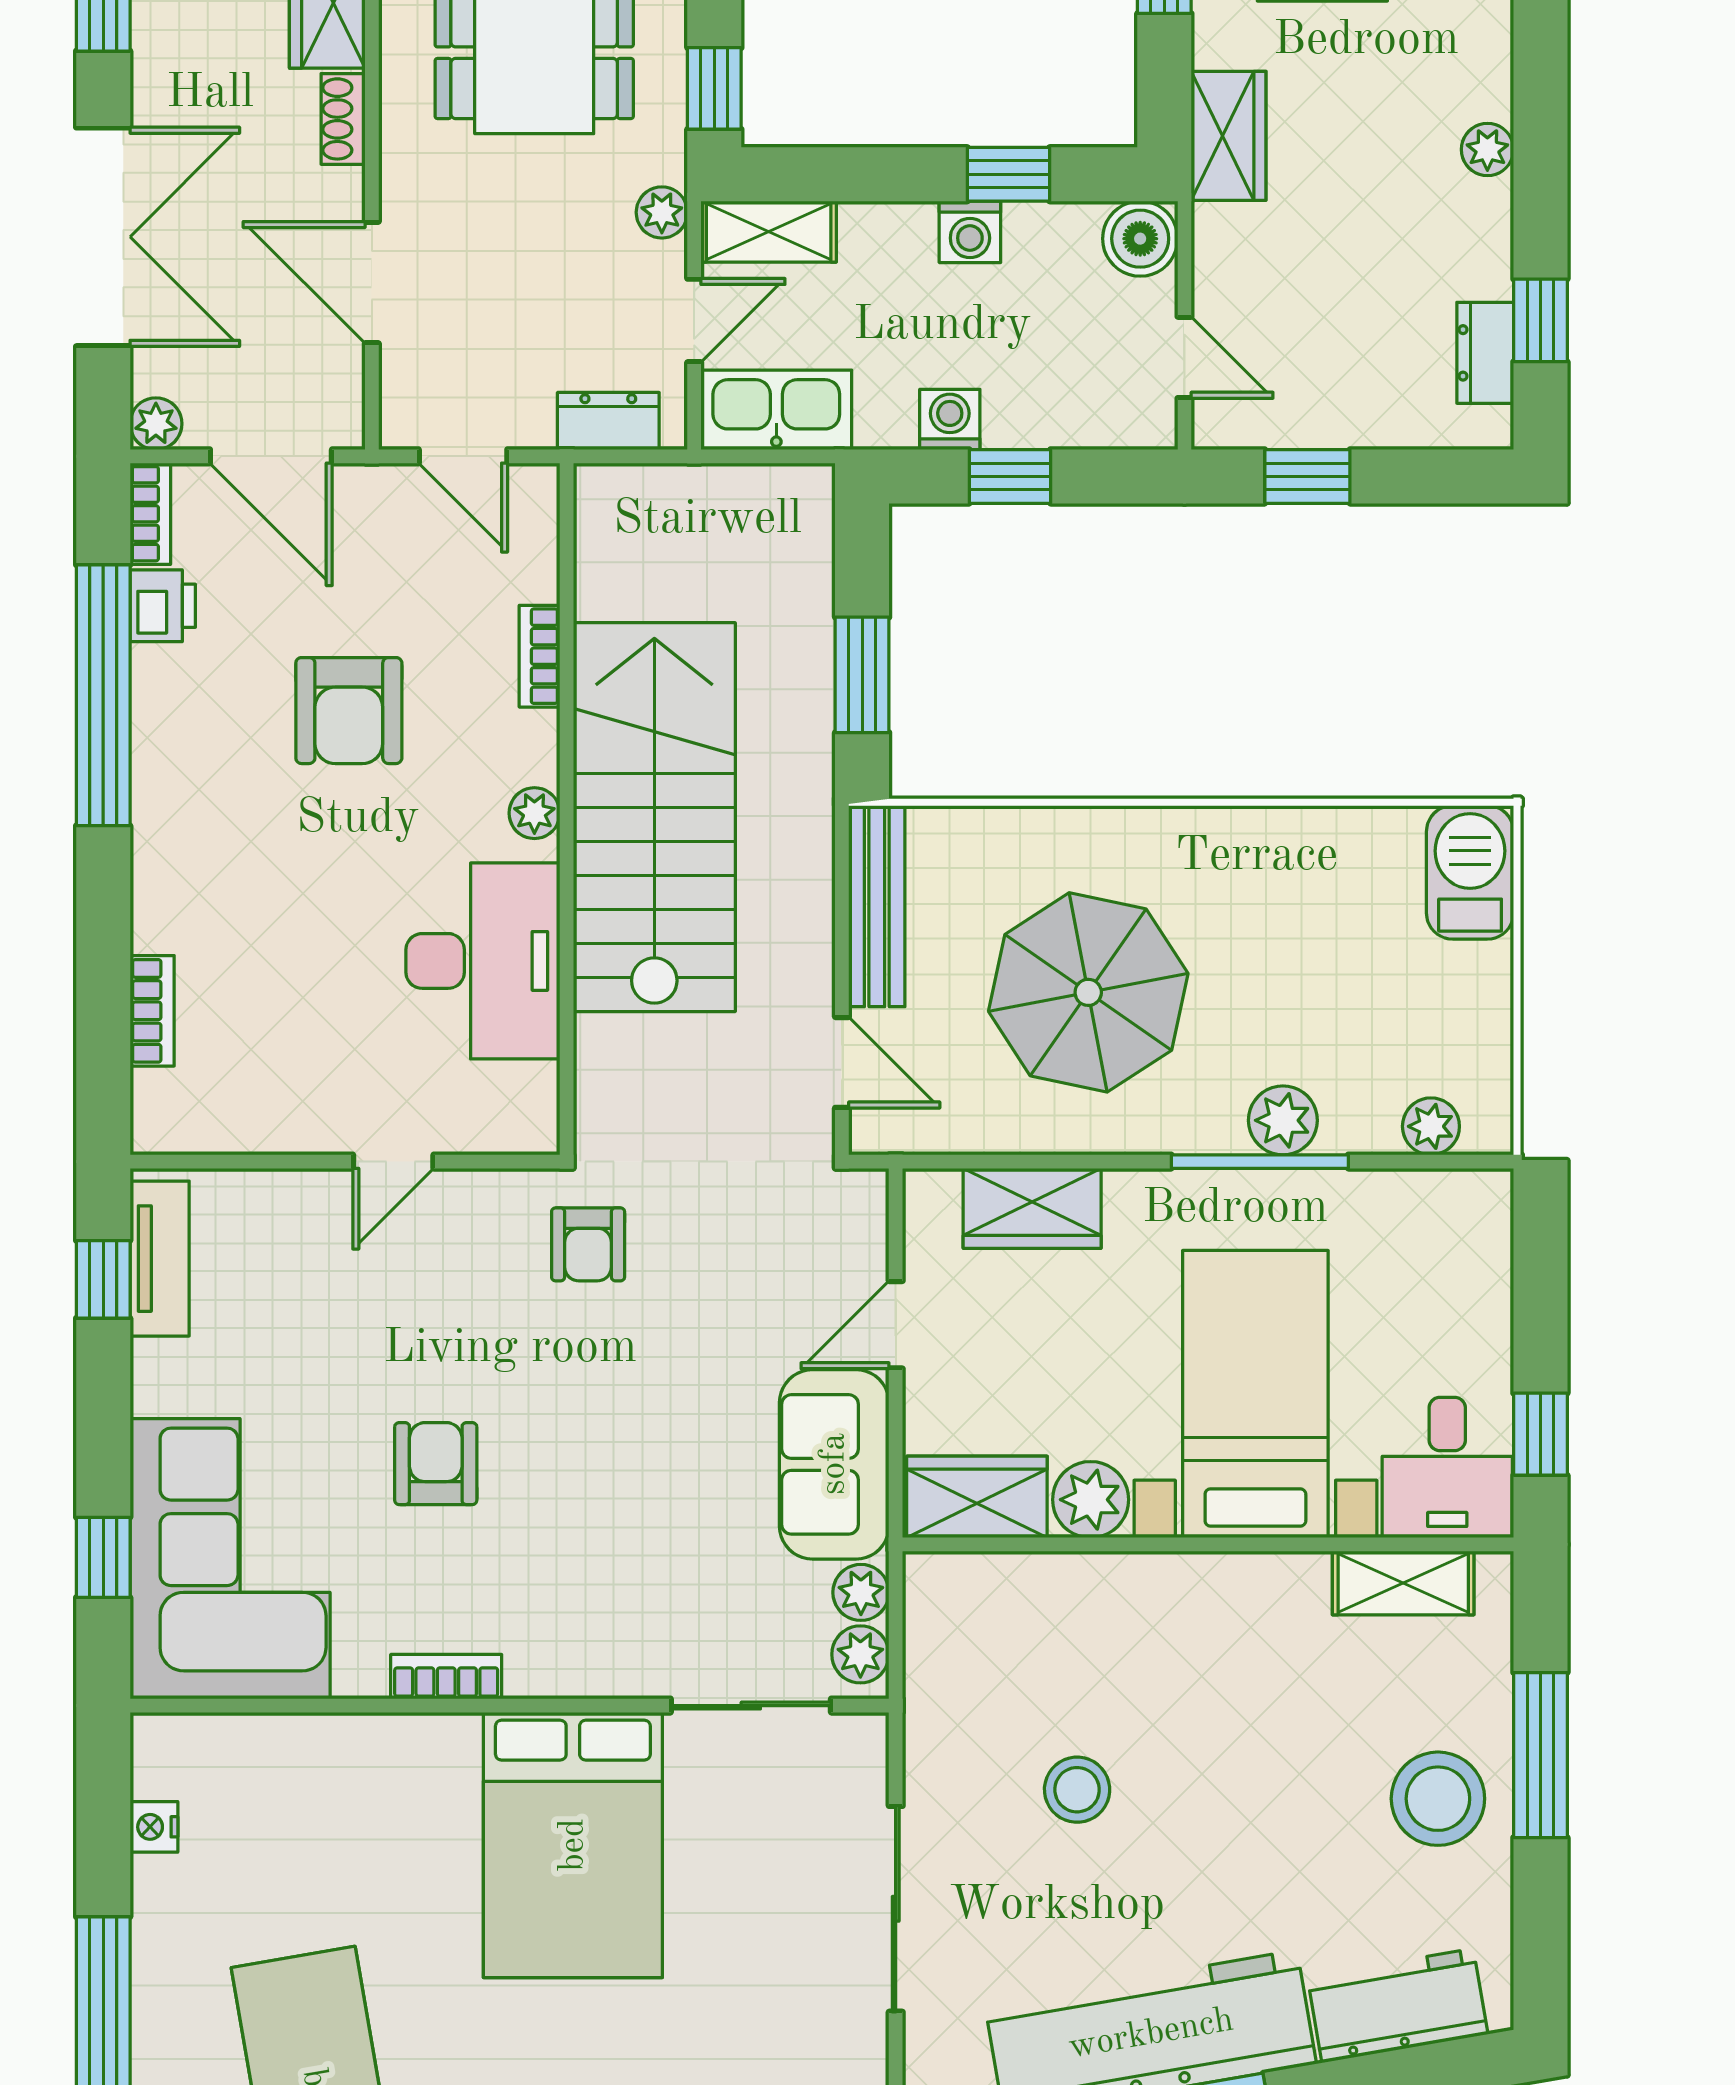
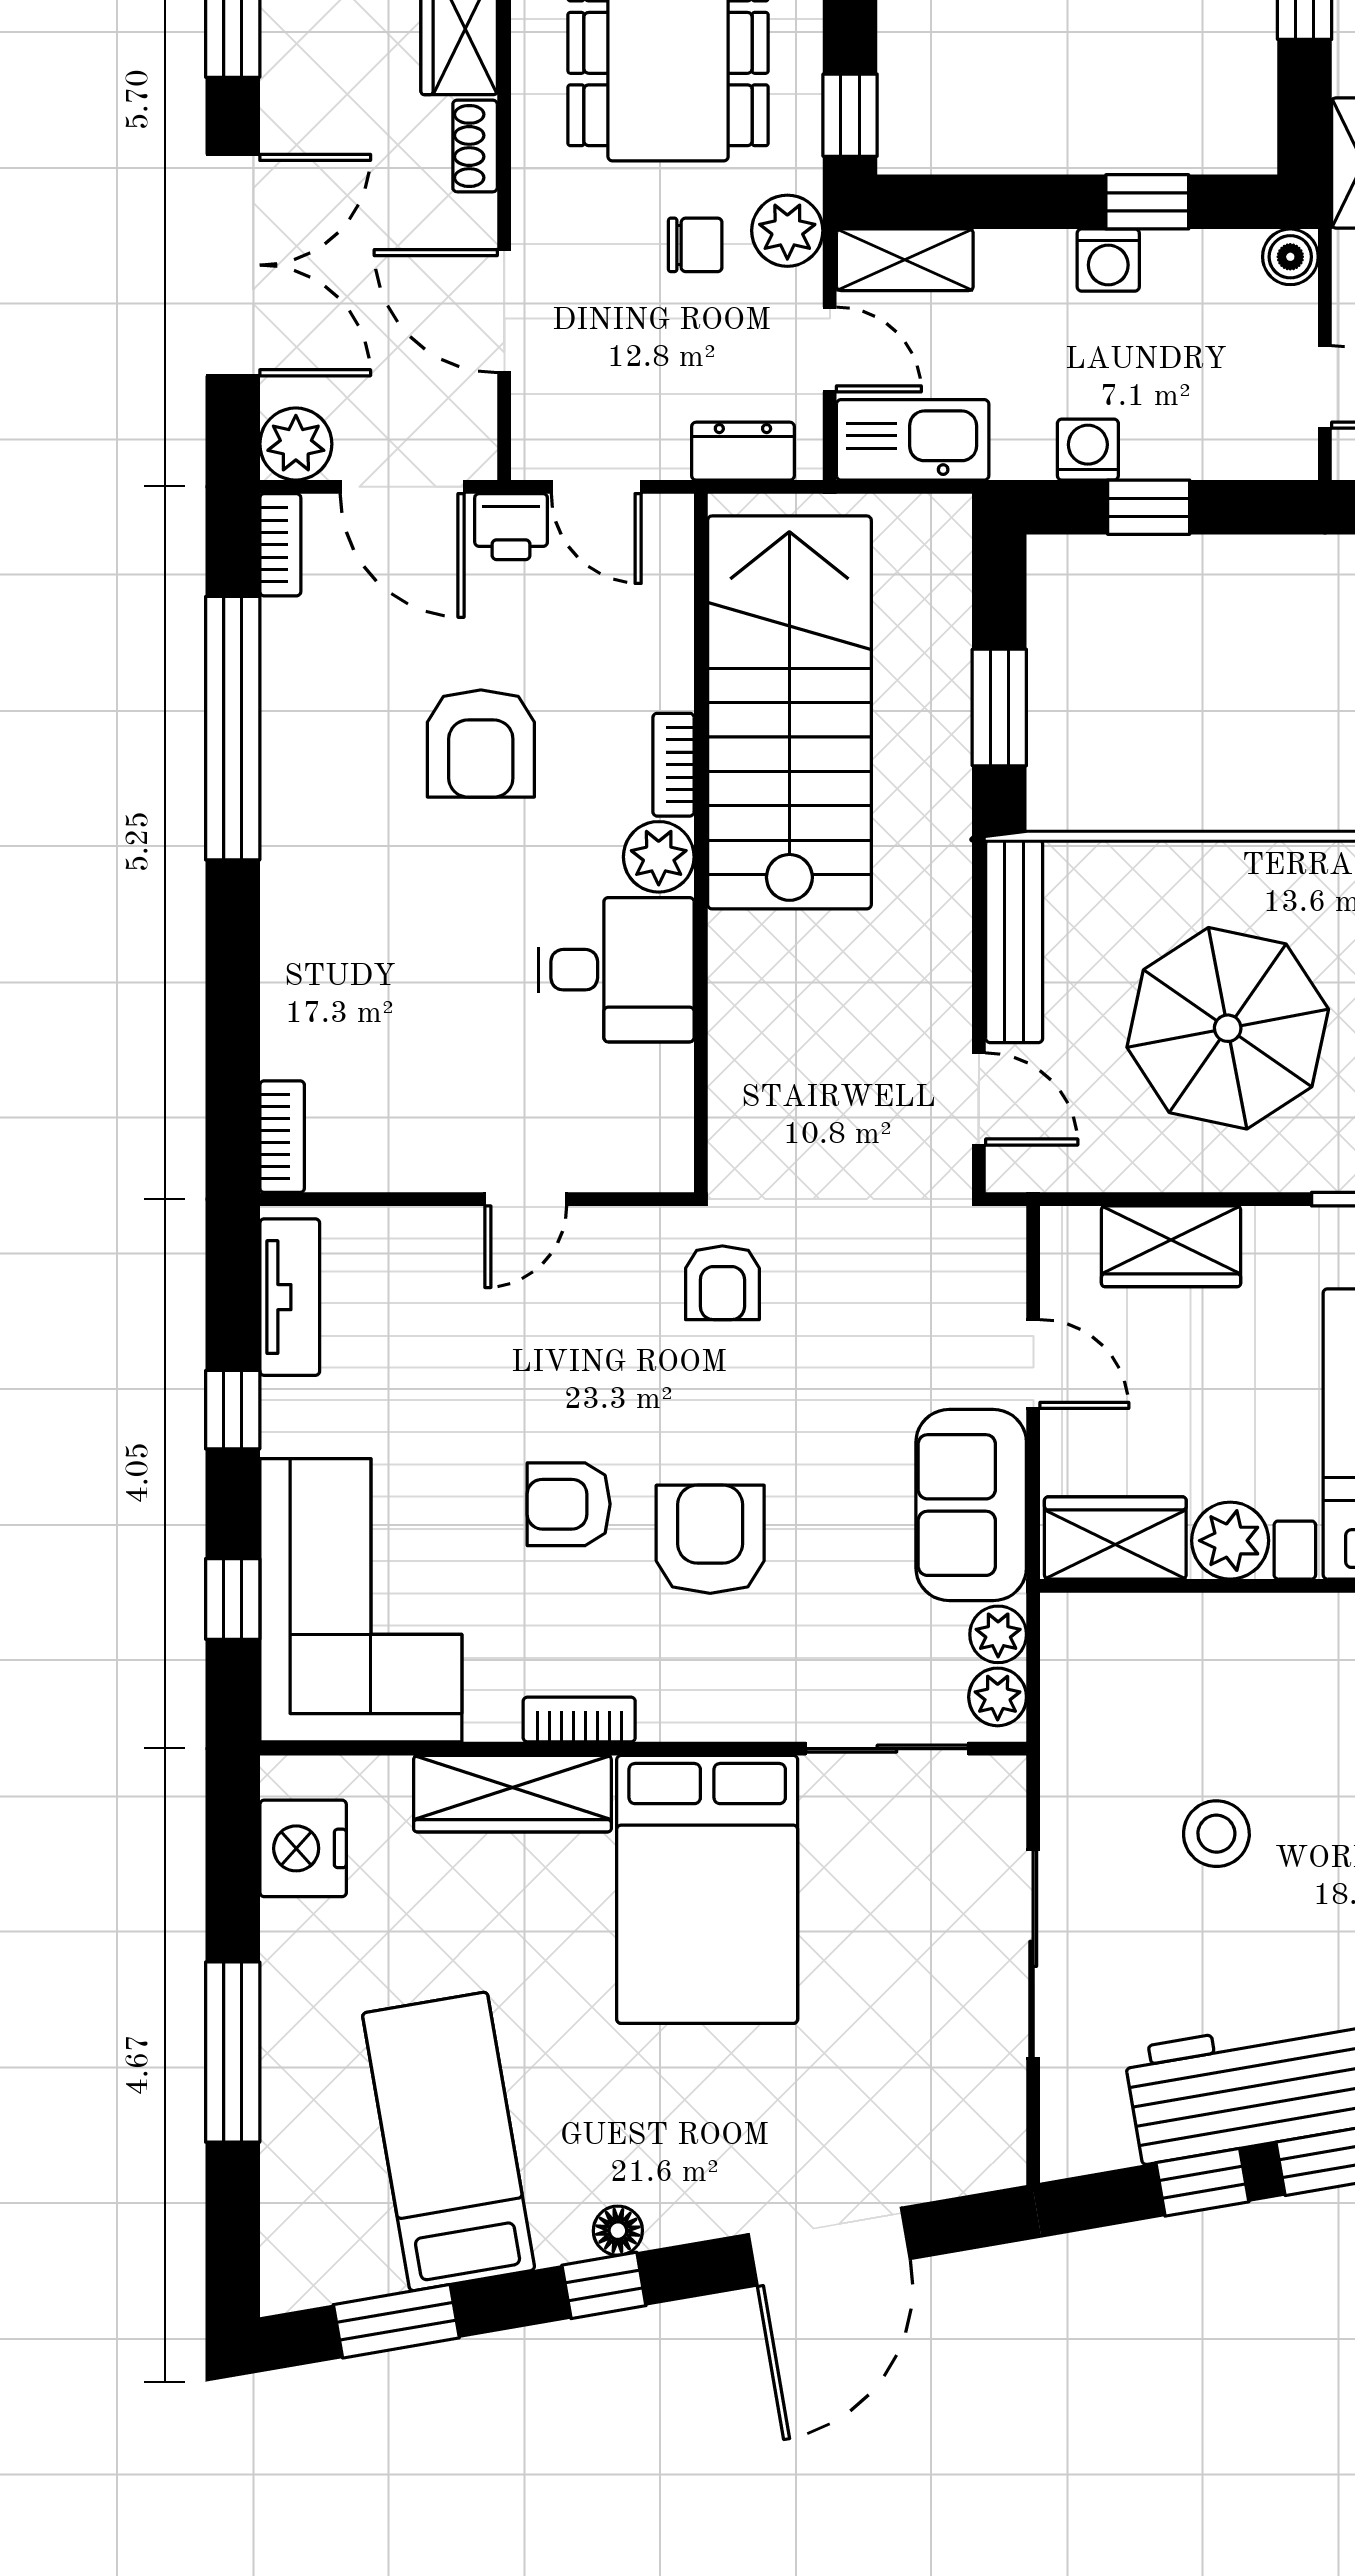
plant: (662, 212) -> (787, 231), width x1.38, depth x1.38
chair: (561, 217) -> (695, 245), added
boiler: (1140, 239) -> (1290, 257), width x0.73, depth x0.73
door: (694, 320) -> (830, 350), hinge flipped
plant: (156, 424) -> (296, 444), width x1.38, depth x1.38
printer: (163, 606) -> (511, 527), moved, turned 90
bookcase: (540, 656) -> (673, 765), moved
plant: (534, 813) -> (659, 857), width x1.38, depth x1.38
stairs: (654, 817) -> (789, 712), moved
desk: (483, 961) -> (616, 970), width x0.73
bookcase: (152, 1011) -> (282, 1137), moved
window: (103, 1279) -> (233, 1410), moved
door: (896, 1325) -> (1033, 1364), swing flipped
armchair: (436, 1464) -> (569, 1504), turned -90
armchair: (576, 1498) -> (710, 1539), added
wardrobe: (380, 1750) -> (512, 1794), added
nightstand: (154, 1827) -> (303, 1848), width x1.89, depth x1.79

